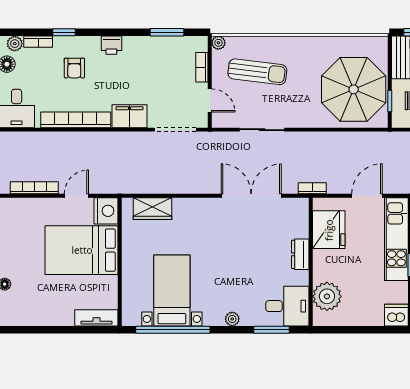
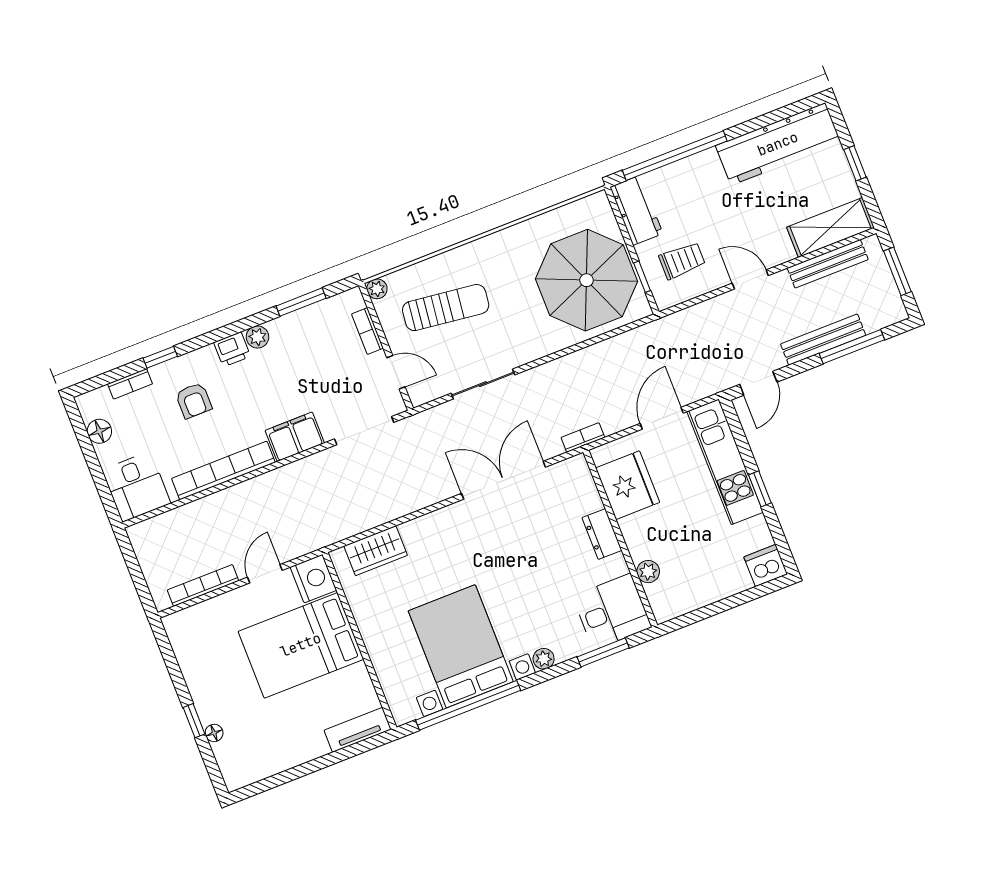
plant: (15, 44) -> (257, 337), moved
bed with nightstands: (172, 290) -> (461, 646), width x1.36
plant: (327, 296) -> (648, 572), width x0.53, depth x0.53

